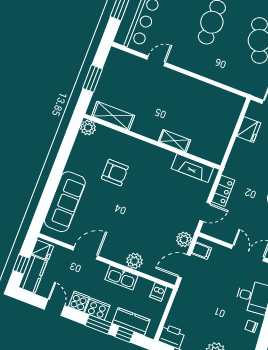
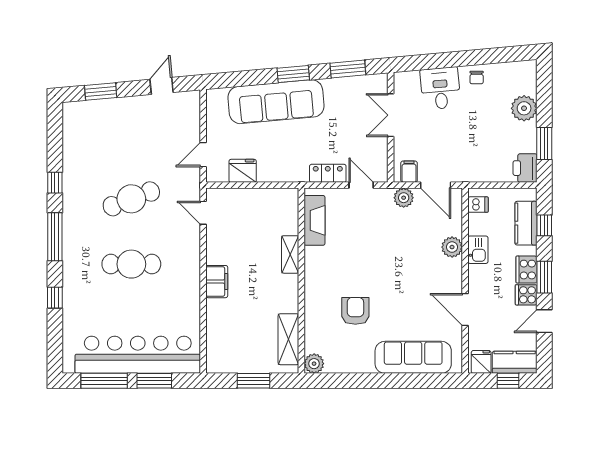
door: (156, 61) -> (203, 213), moved
filing cabinet: (175, 80) -> (217, 282), added
kitchen sink: (122, 278) -> (478, 250), width x0.73
window: (99, 324) -> (544, 277), moved

